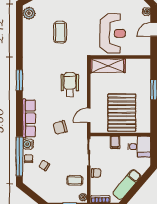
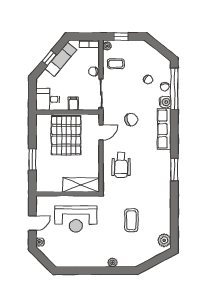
reception desk: (113, 33) -> (76, 219), turned -90
window: (138, 186) -> (49, 58), added

